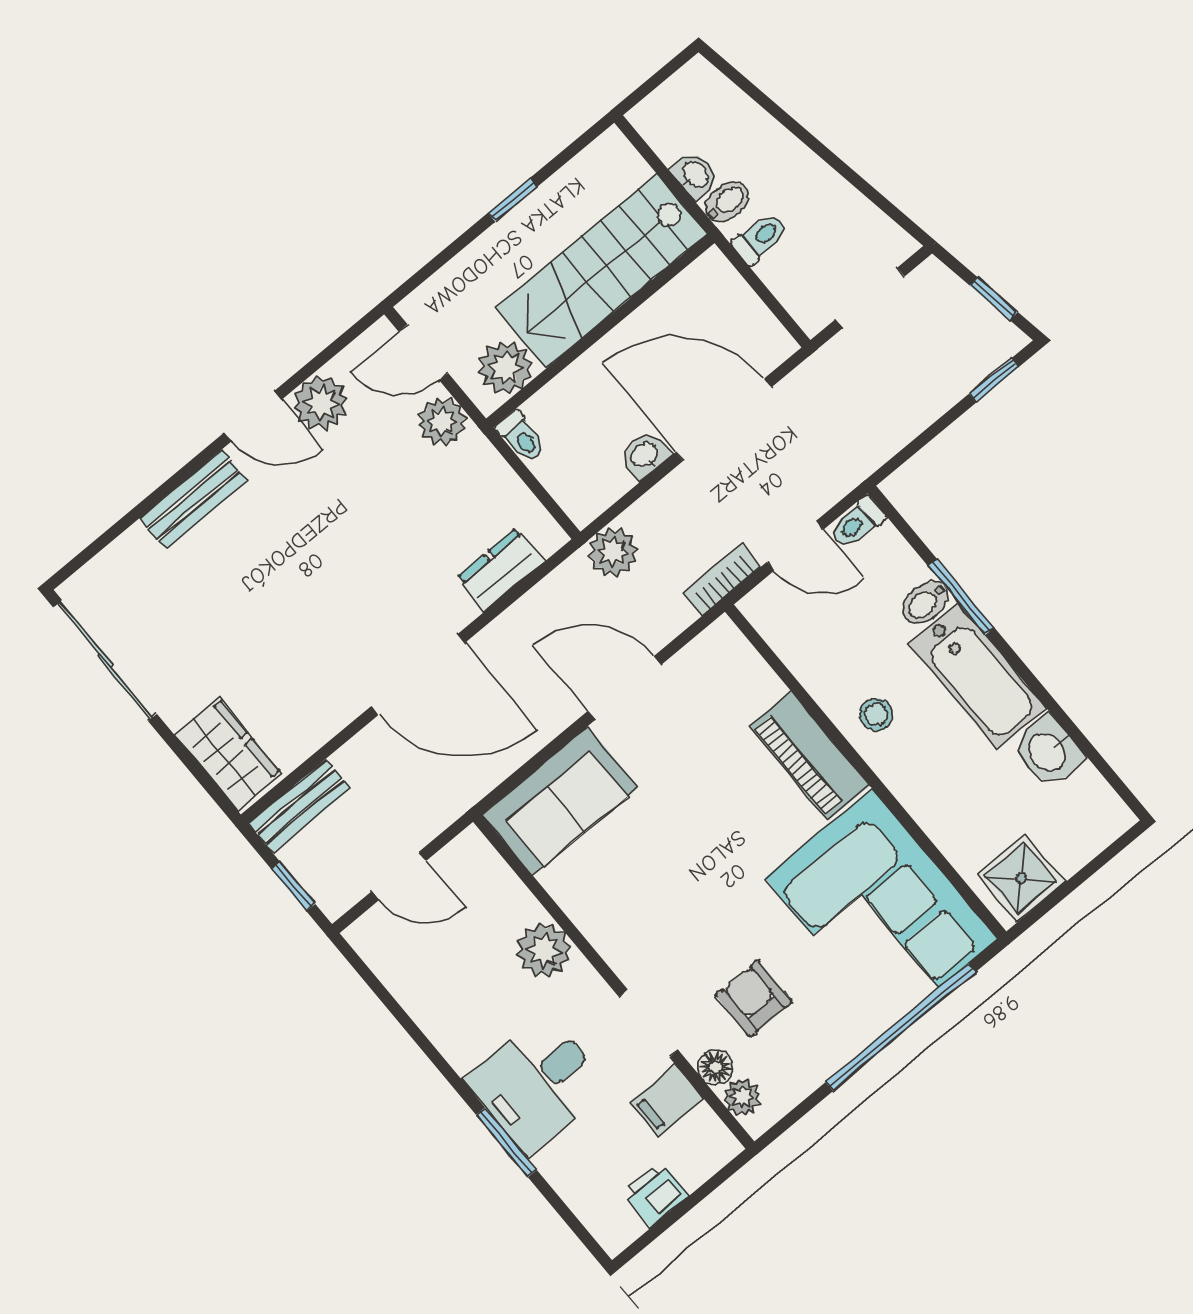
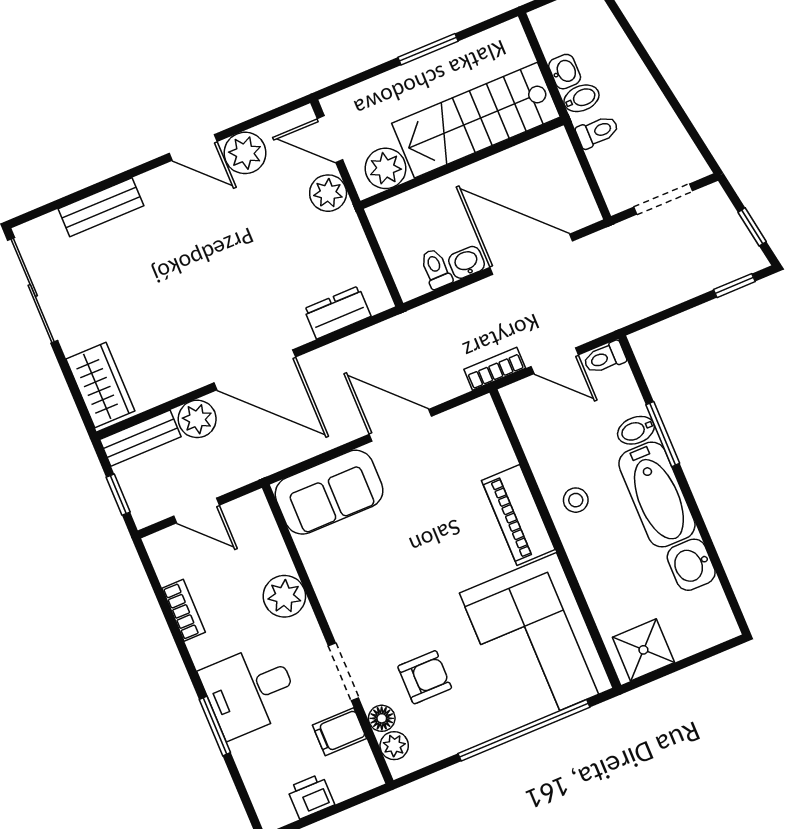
window: (513, 200) -> (428, 49), width x1.50
toilet: (521, 437) -> (436, 269), moved, turned 180
bench: (194, 499) -> (101, 207), moved
plant: (613, 552) -> (197, 419), moved
armchair: (754, 998) -> (425, 677), turned 90
bookcase: (422, 1008) -> (184, 610), added

